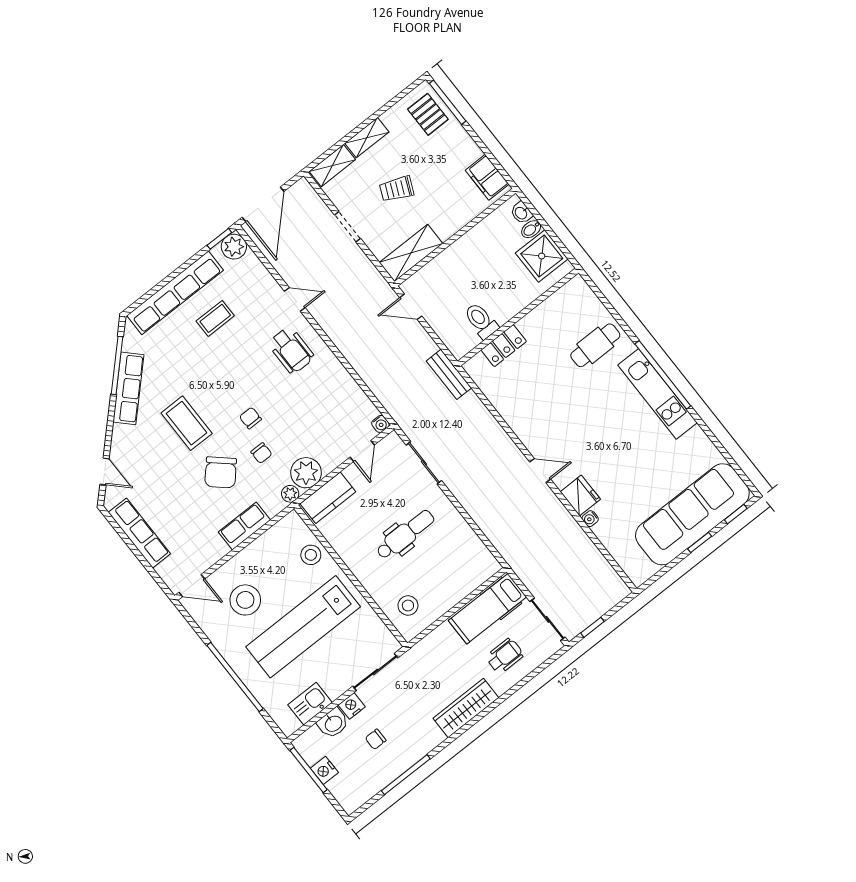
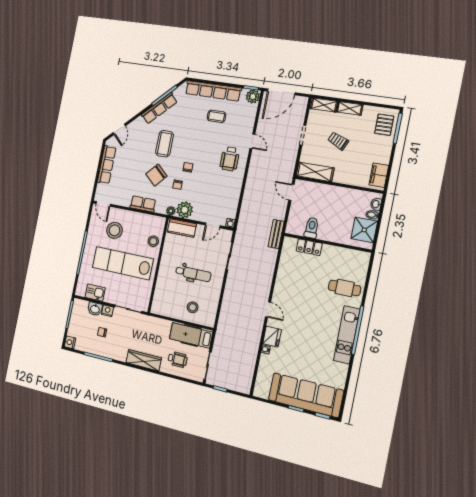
stool: (408, 606) -> (193, 307), moved
nightstand: (324, 770) -> (70, 342), moved

